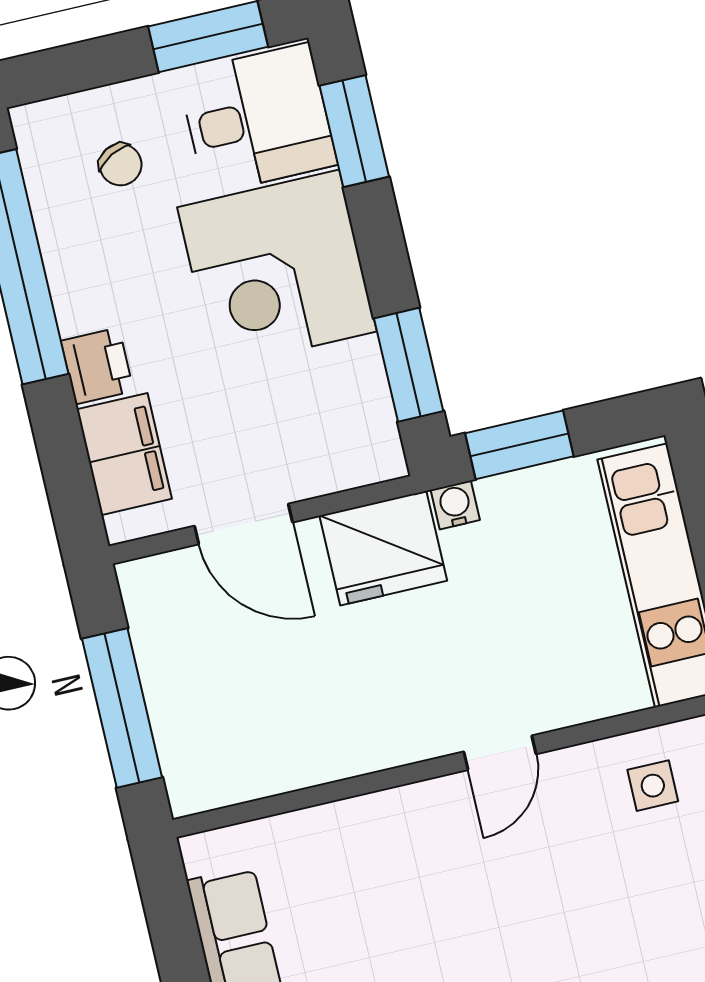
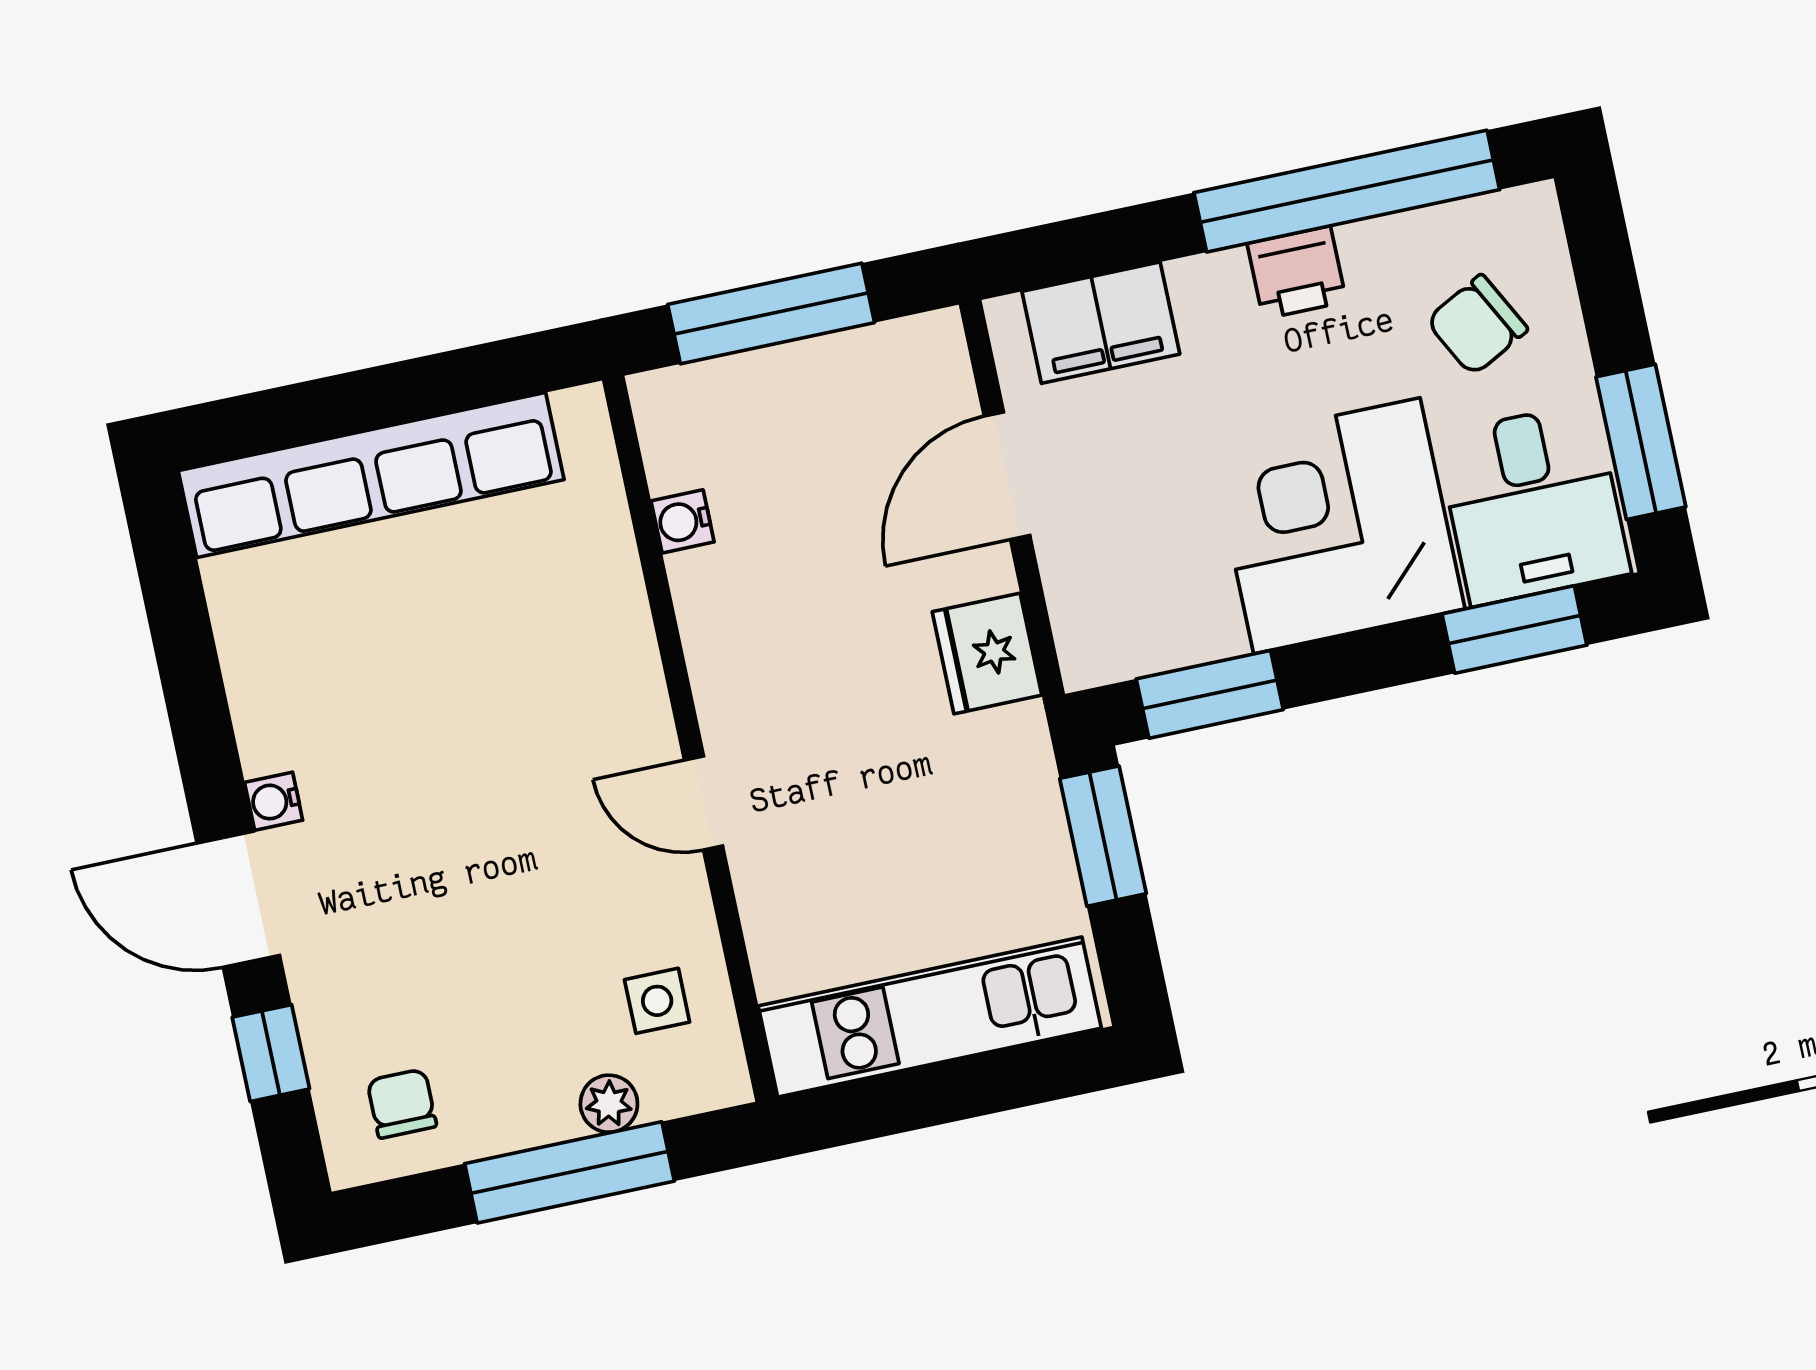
chair: (120, 165) -> (1477, 325), width x1.37, depth x1.37
printer: (97, 366) -> (1297, 272), moved
water cooler: (455, 505) -> (683, 521), moved, turned 180
fridge: (383, 548) -> (987, 653), width x0.73, depth x0.75

